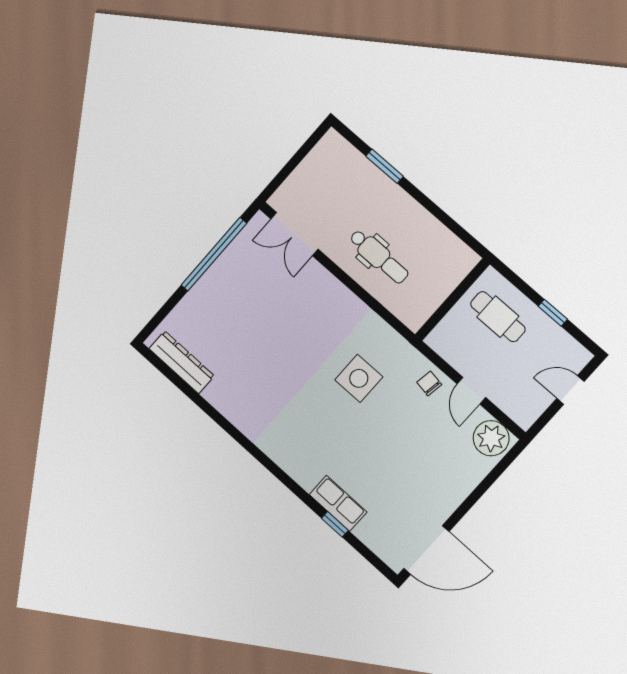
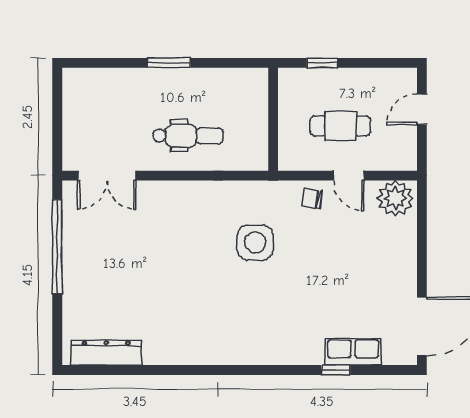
window: (384, 166) -> (169, 63), moved
window: (553, 313) -> (322, 63), moved
cafe table: (498, 317) -> (340, 126), moved
row of seats: (338, 503) -> (353, 352), moved

